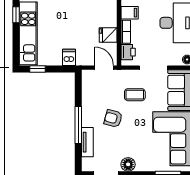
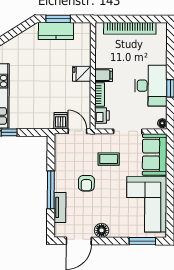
fridge: (108, 35) -> (82, 74), moved
dishwasher: (69, 57) -> (61, 121), moved
armchair: (113, 118) -> (86, 183), turned -105

